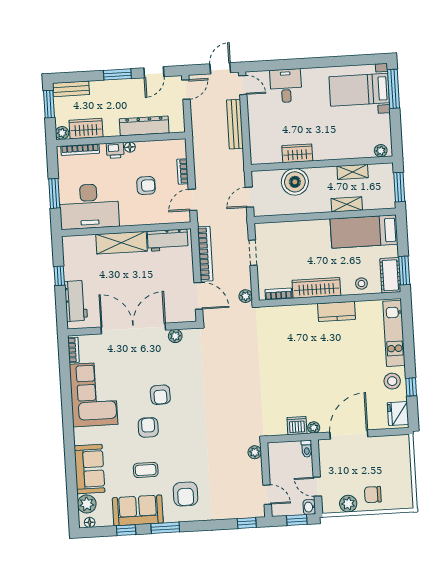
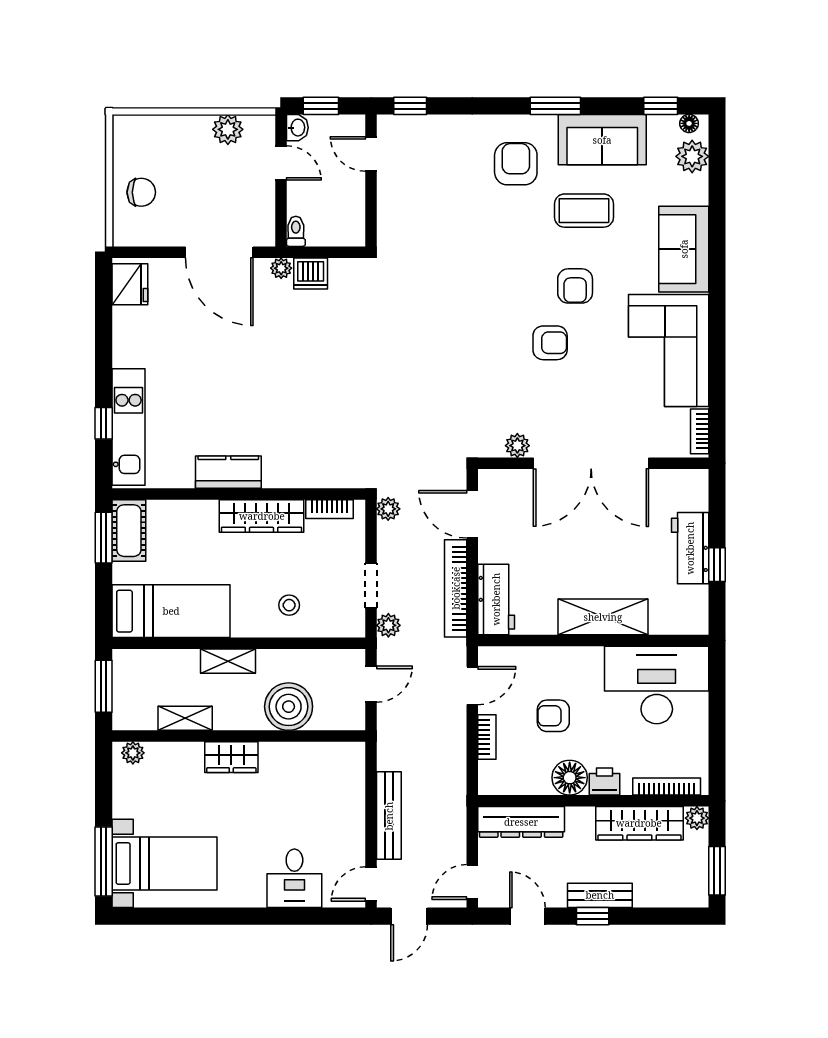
door: (154, 72) -> (527, 916), hinge flipped
window: (117, 74) -> (593, 916), width x0.67
door: (243, 85) -> (371, 884), hinge flipped
bench: (71, 89) -> (600, 895), moved
dresser: (144, 126) -> (521, 822), moved
wardrobe: (86, 129) -> (639, 823), width x1.50
floor lamp: (130, 147) -> (570, 778), width x1.89, depth x1.89
wardrobe: (297, 153) -> (231, 757), moved
window: (54, 193) -> (717, 711), removed
shelving: (347, 204) -> (228, 661), moved
workbench: (168, 240) -> (496, 599), moved, turned 90
stool: (361, 284) -> (289, 605), moved
workbench: (76, 301) -> (690, 548), moved
stool: (392, 381) -> (137, 343), removed
window: (411, 387) -> (104, 423), moved
armchair: (160, 395) -> (550, 343), turned 92
door: (349, 435) -> (219, 252), hinge flipped
plant: (255, 452) -> (388, 625), moved
sofa: (89, 469) -> (684, 249), moved
coffee table: (146, 470) -> (584, 211), width x1.36, depth x1.30
chair: (373, 495) -> (141, 192), moved
window: (126, 530) -> (661, 106), moved

